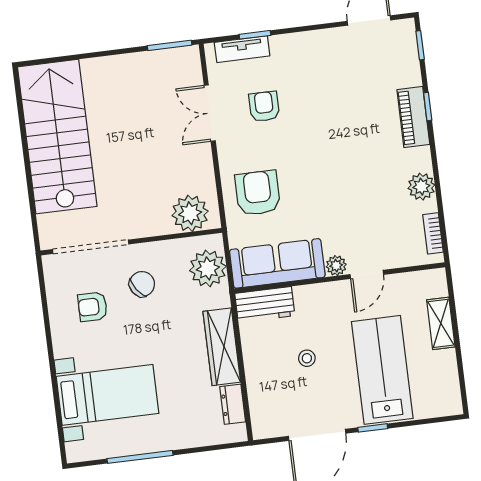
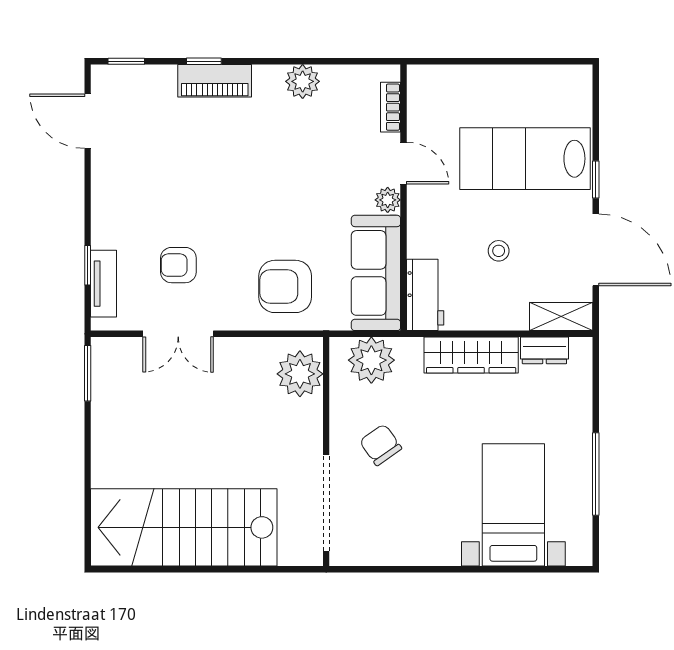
bookcase: (433, 233) -> (391, 107), moved, turned 90
armchair: (93, 307) -> (401, 510), removed
shelving: (441, 323) -> (561, 317), moved

